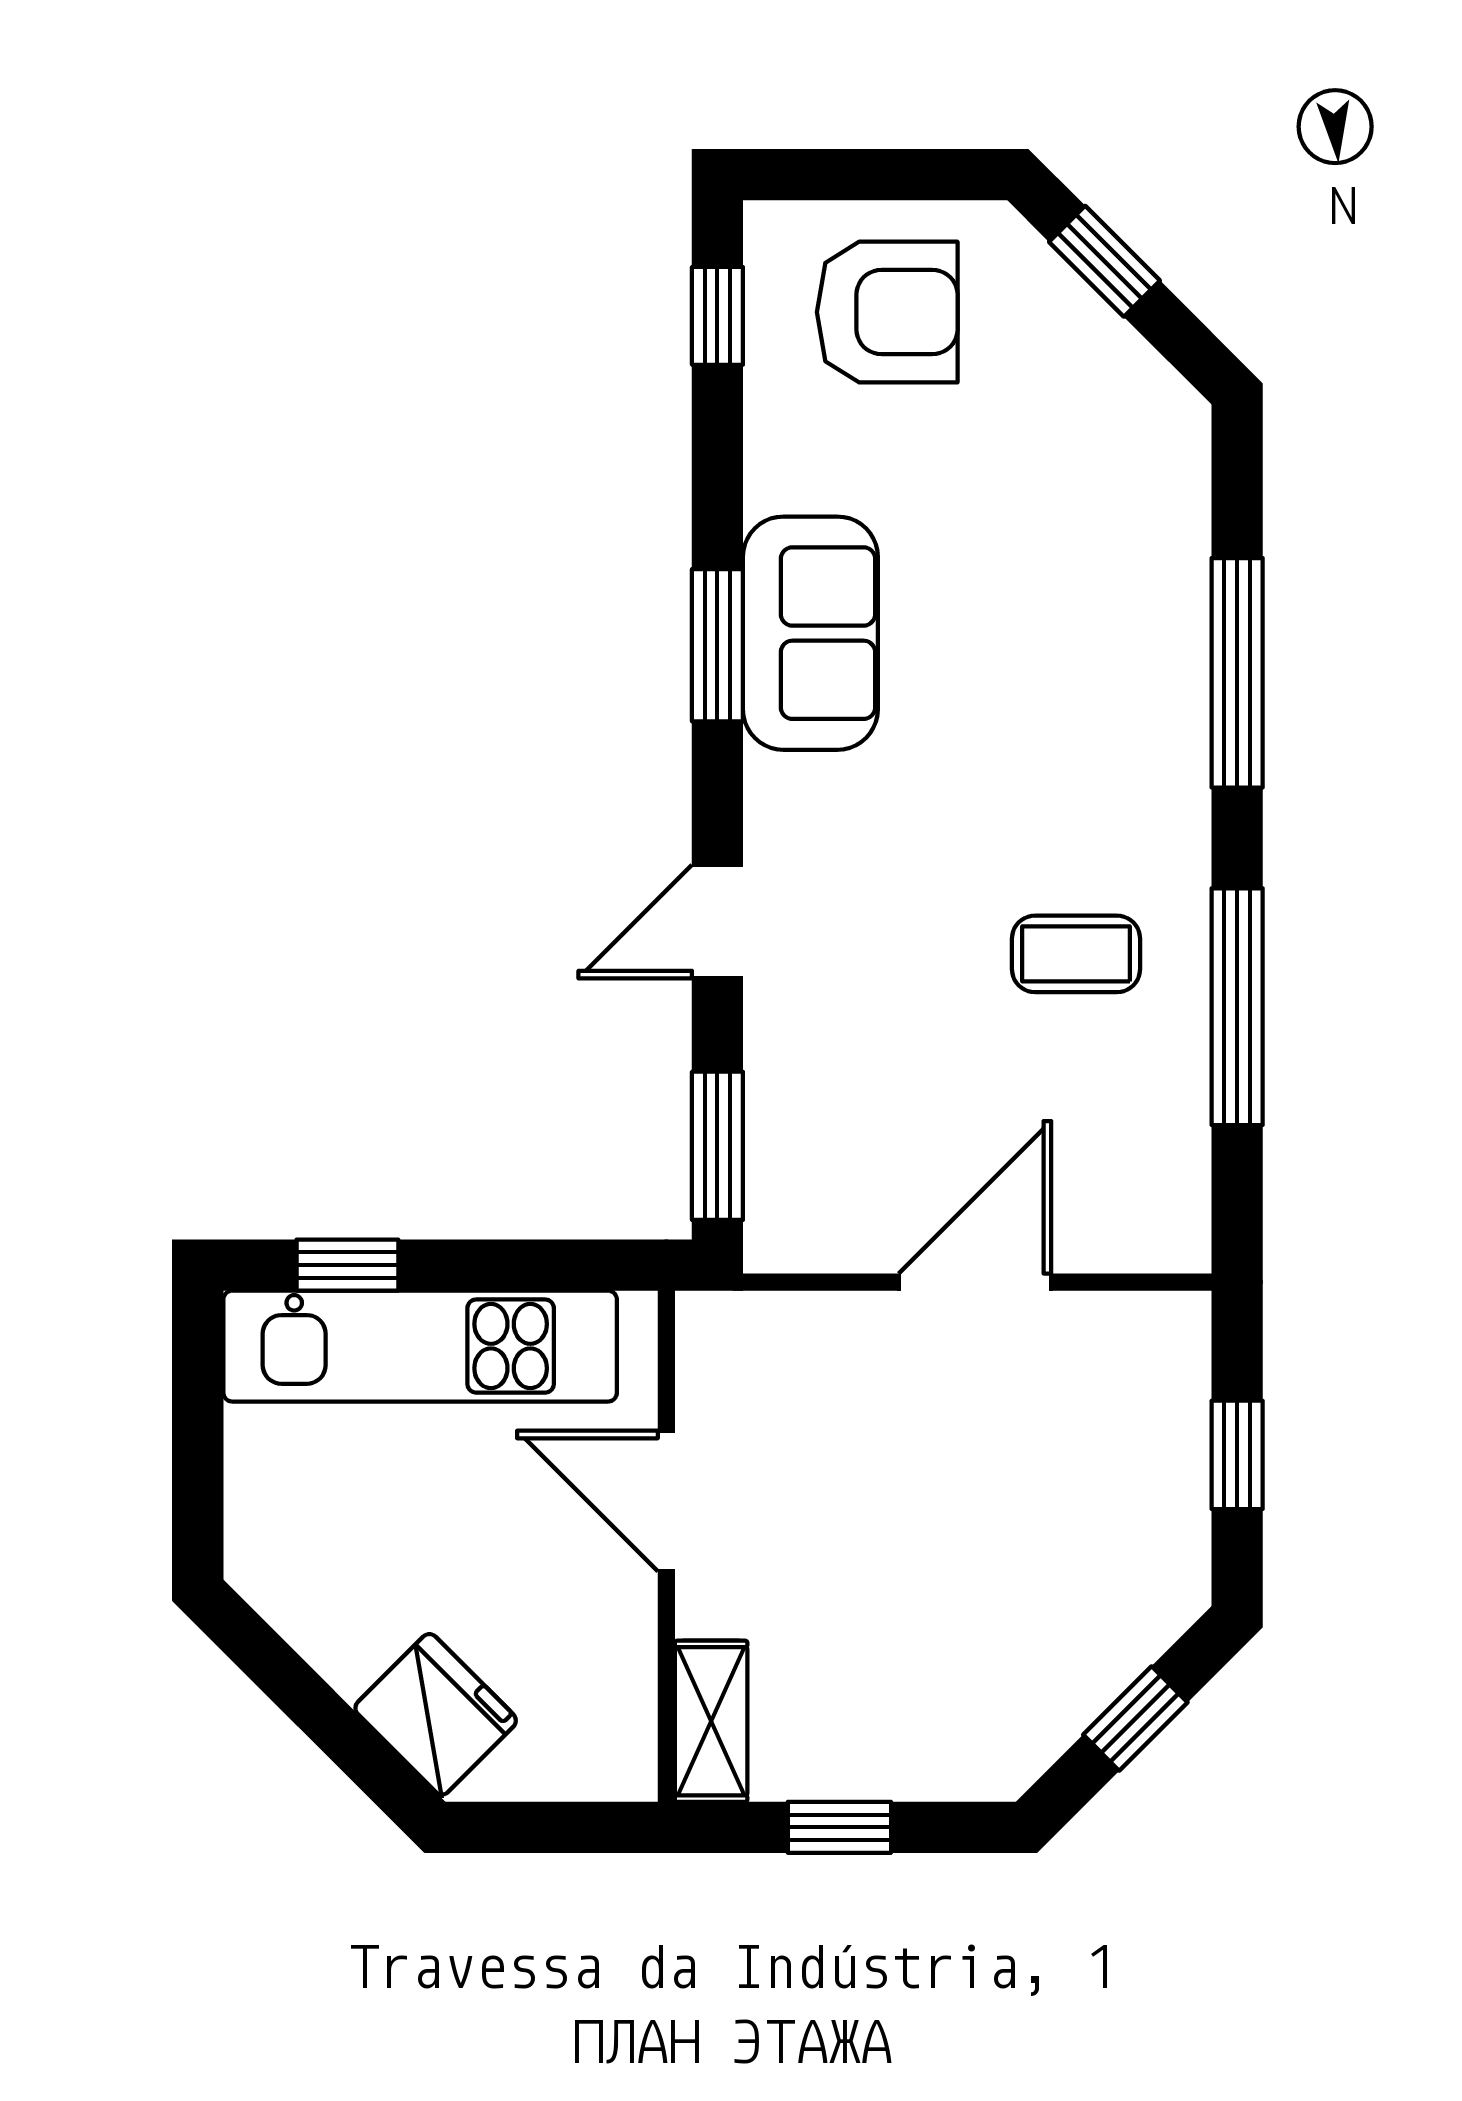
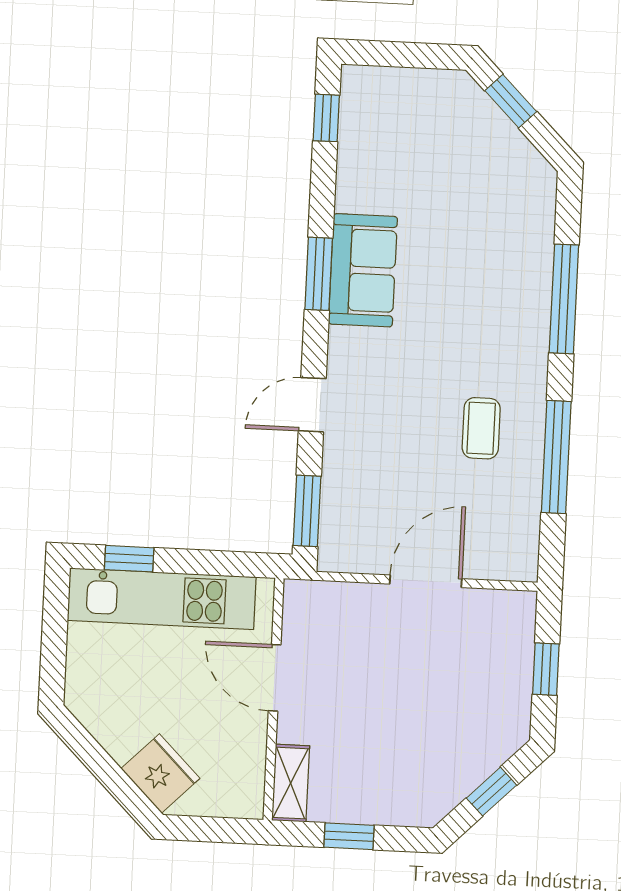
armchair: (887, 312) -> (407, 120), removed
coffee table: (1076, 954) -> (481, 428), turned 90

